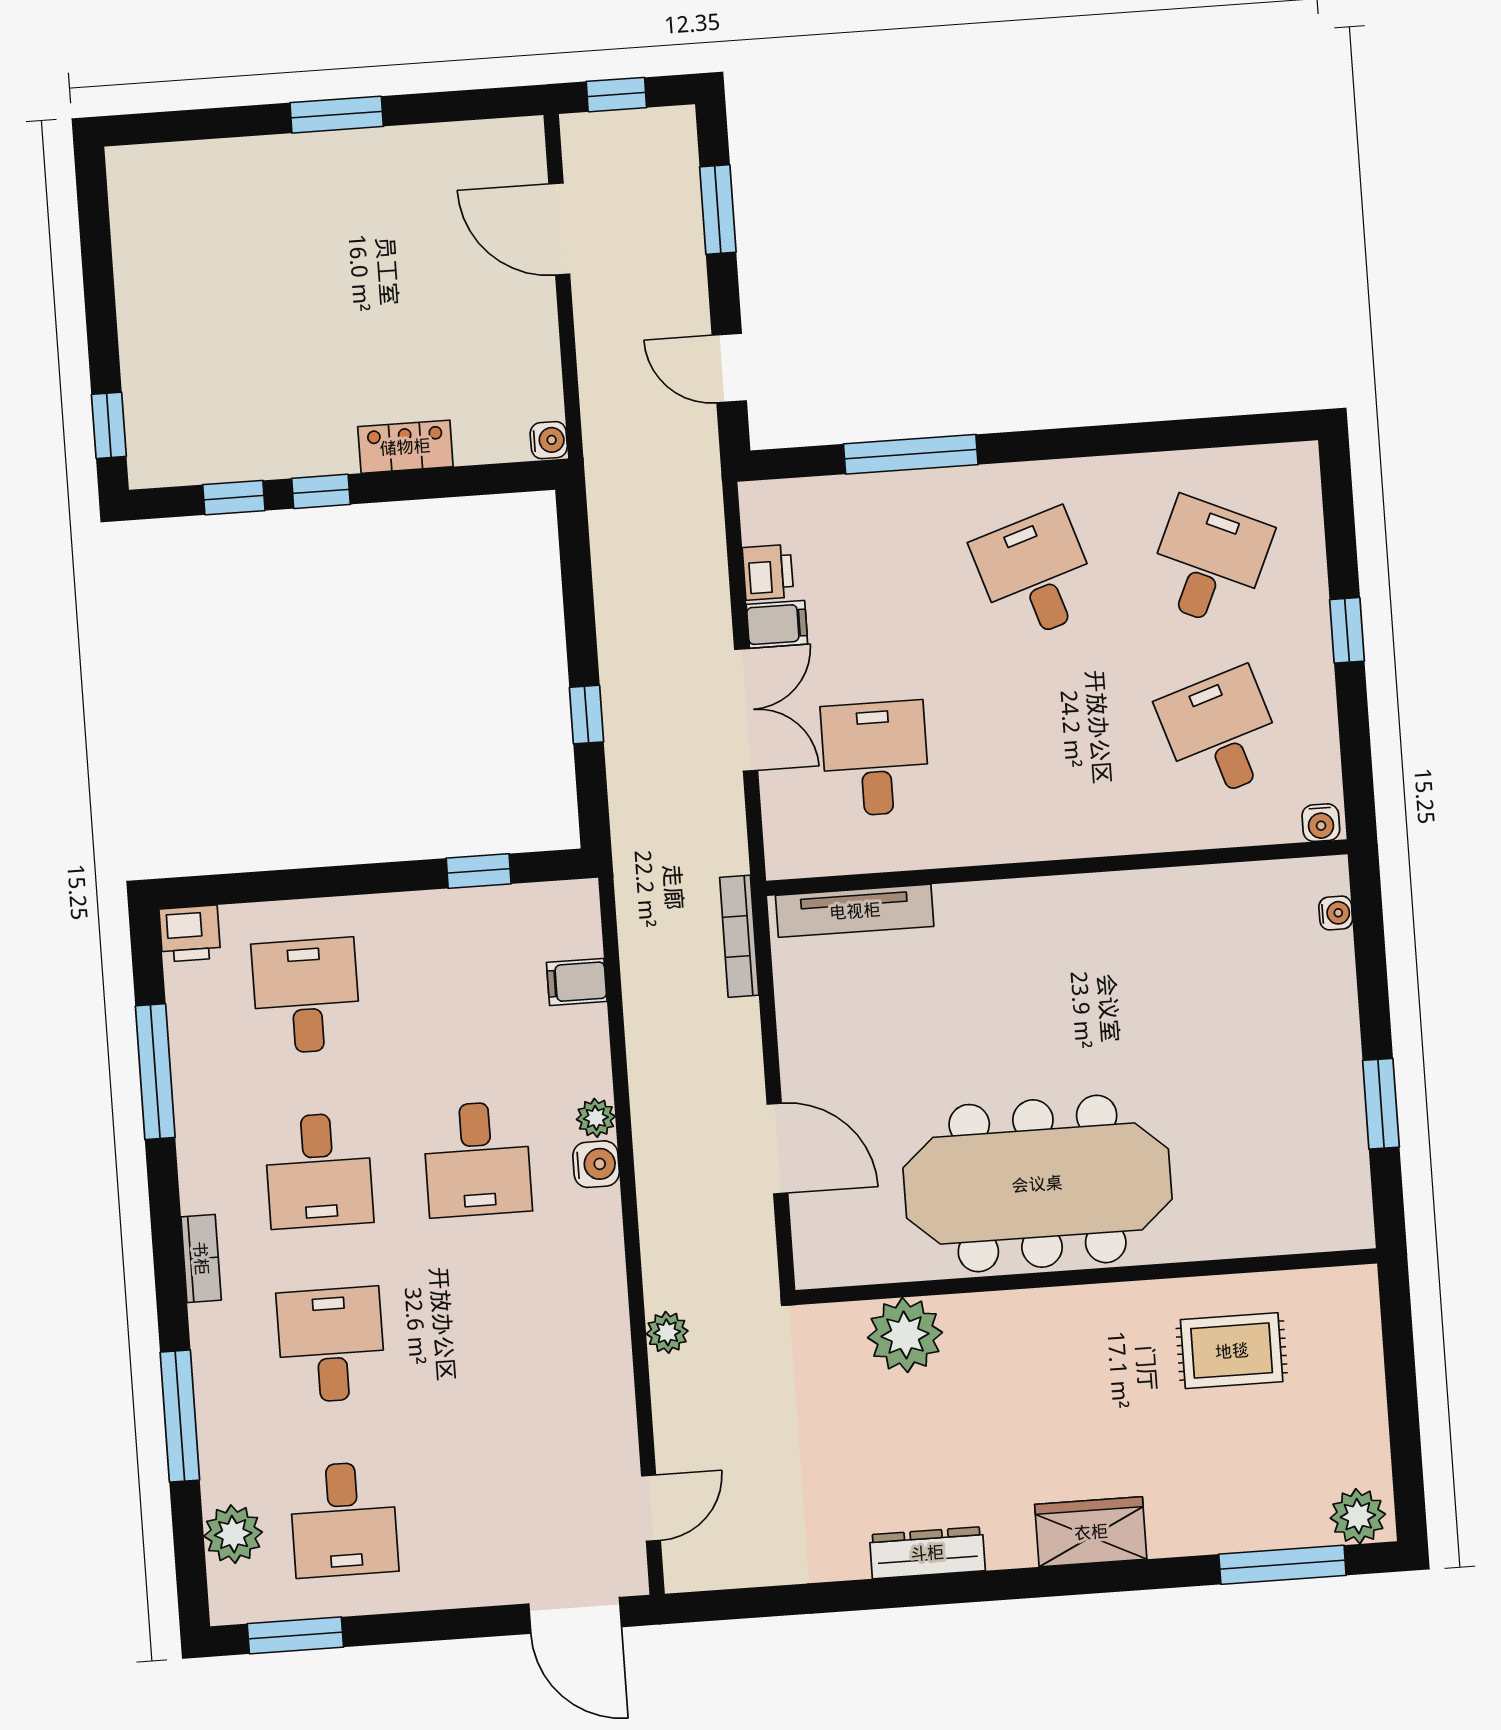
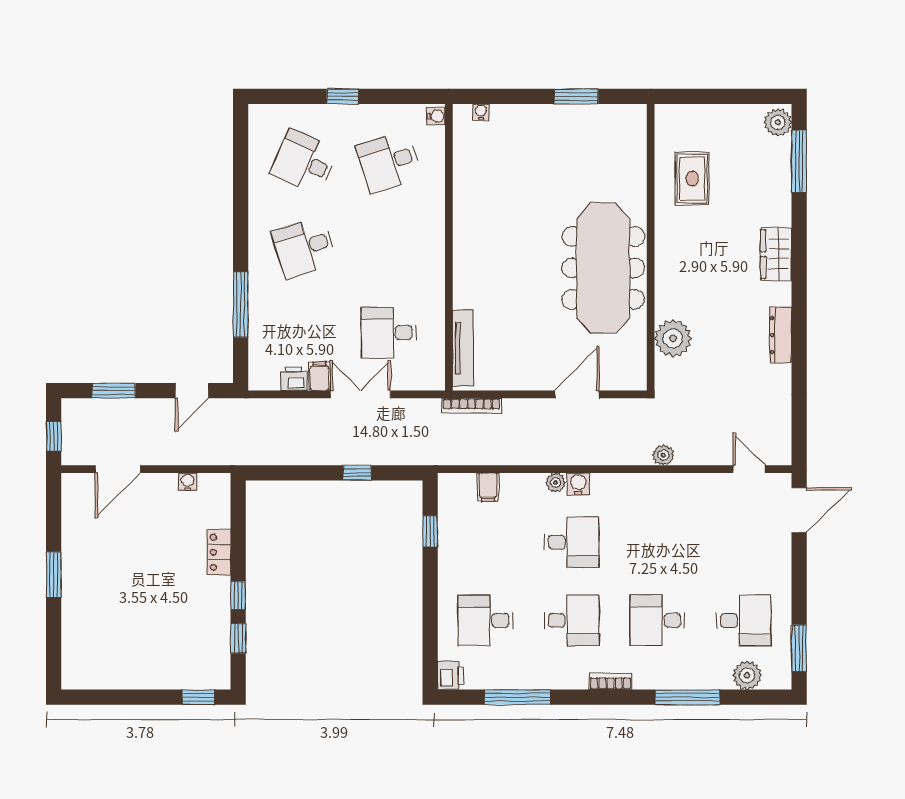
water cooler: (549, 440) -> (187, 482), moved

